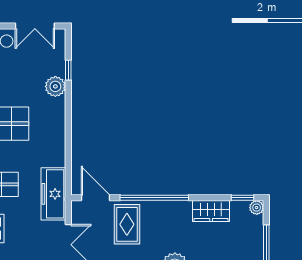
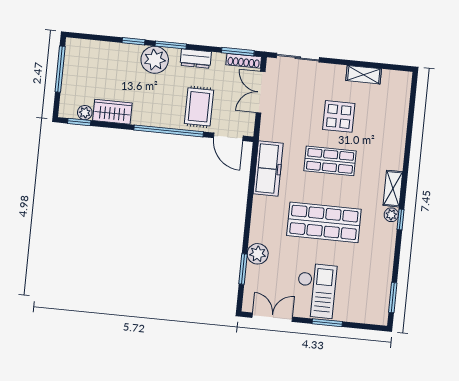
window: (68, 70) -> (243, 269), width x1.50
freezer: (53, 194) -> (268, 169), moved
plant: (257, 208) -> (85, 113), moved

